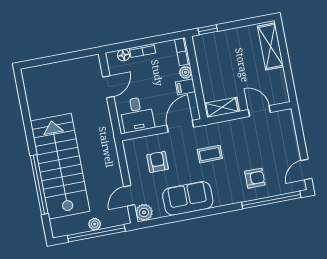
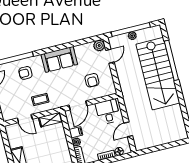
coffee table: (210, 154) -> (40, 99), moved
sofa: (188, 198) -> (59, 59), moved

